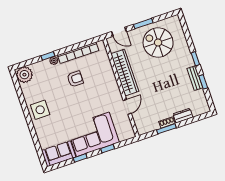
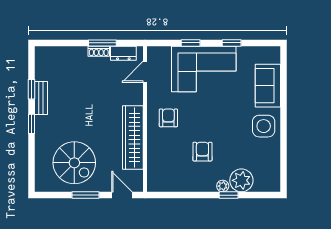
bookcase: (78, 53) -> (187, 185), removed
plant: (24, 75) -> (241, 180), moved
armchair: (75, 79) -> (202, 152), turned 90
armchair: (105, 94) -> (168, 118), added
door: (127, 107) -> (145, 72), moved
dresser: (183, 116) -> (123, 53), moved
sofa: (59, 154) -> (268, 86), moved, turned 90

